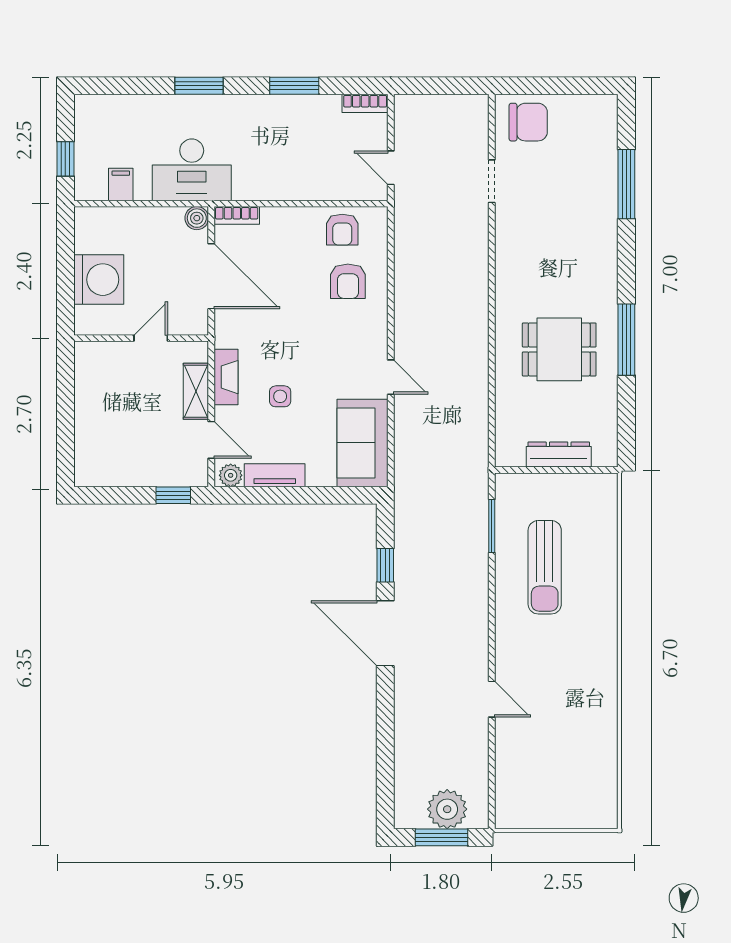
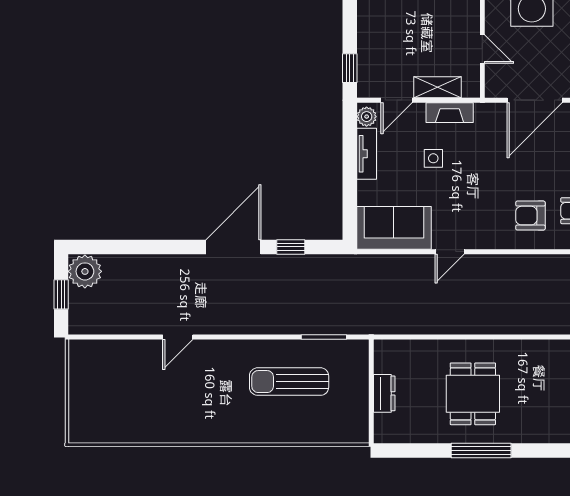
dresser: (559, 455) -> (384, 393), width x0.70
plant: (447, 809) -> (85, 271), moved
window: (441, 837) -> (61, 294), width x0.67

